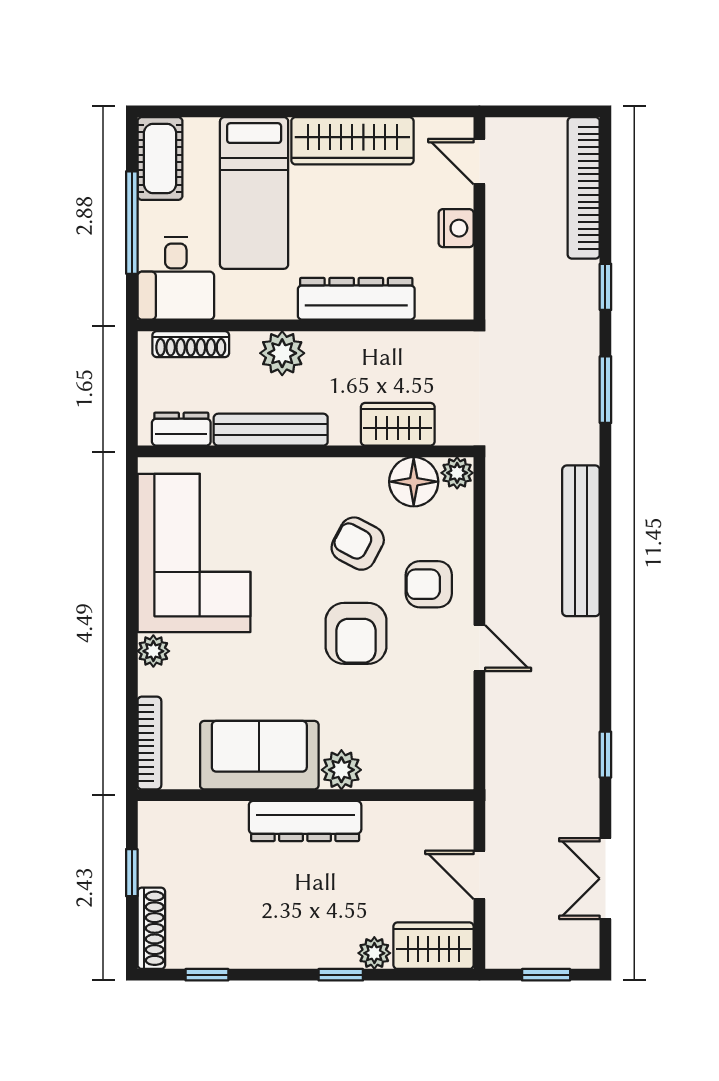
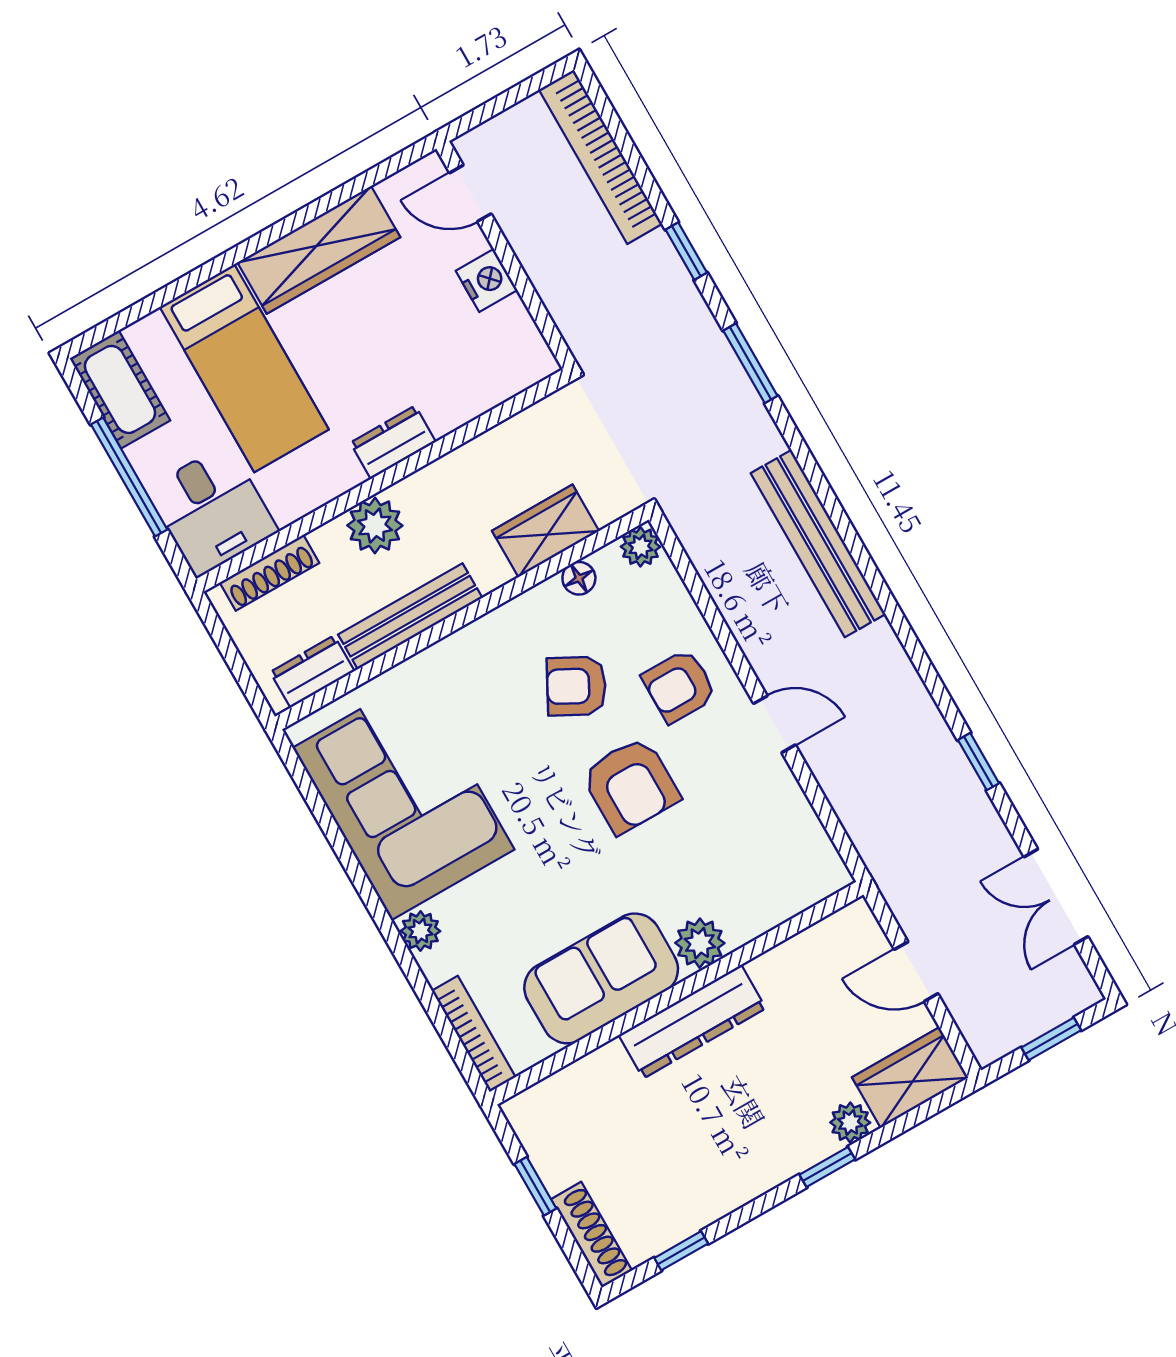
dresser: (356, 299) -> (393, 442), width x0.51, depth x0.80
floor lamp: (414, 482) -> (579, 578), width x0.53, depth x0.53

